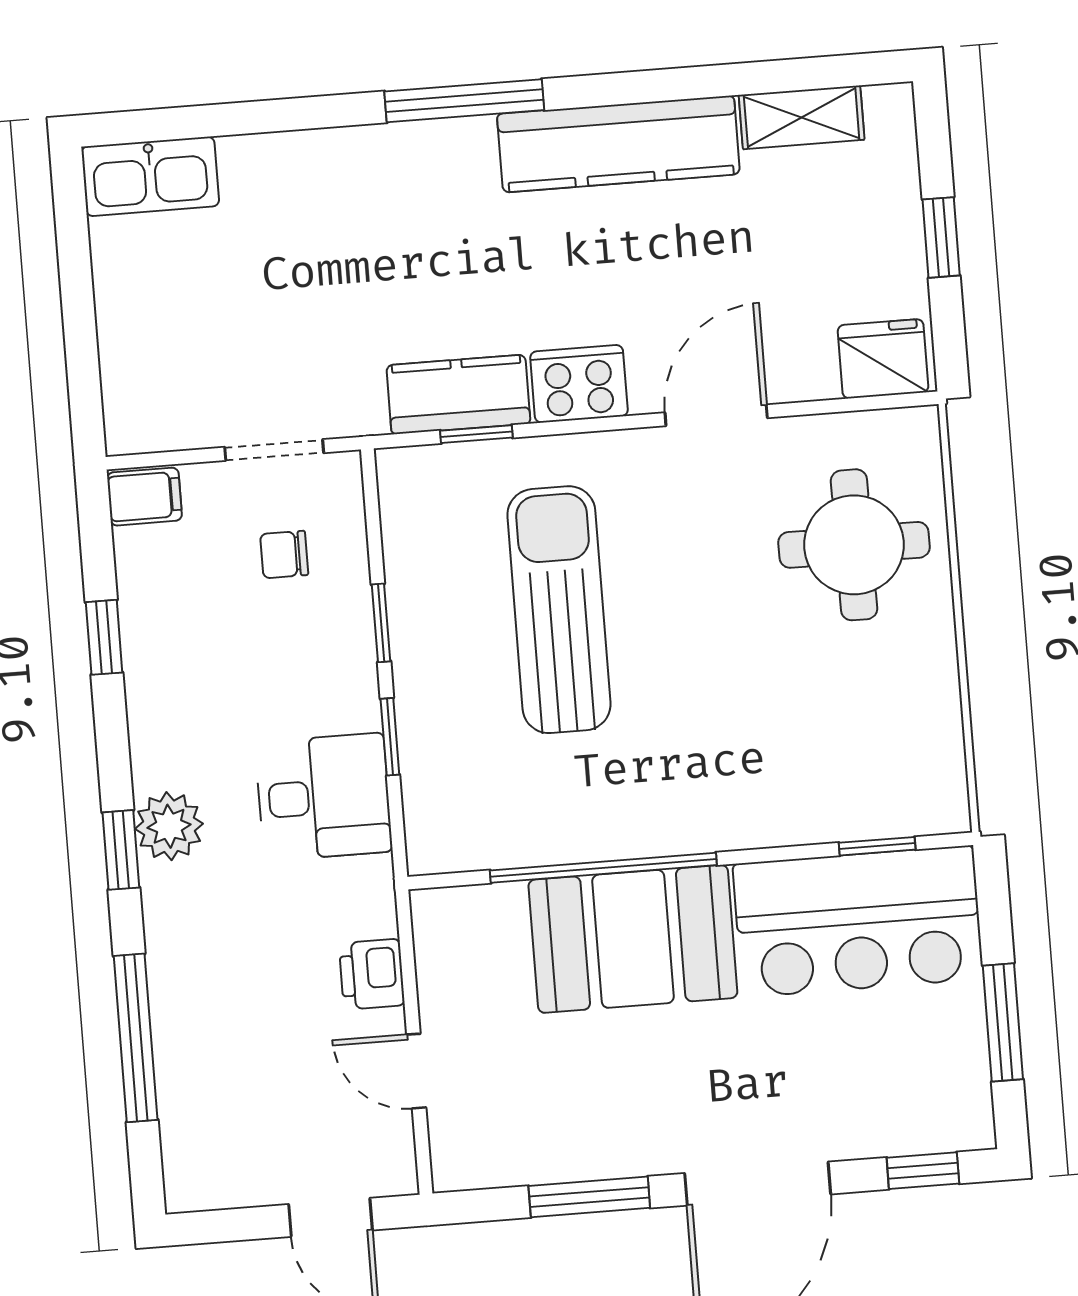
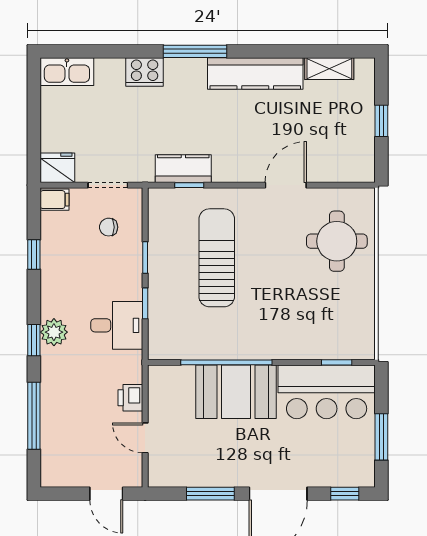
fridge: (883, 359) -> (57, 168), moved
cooker: (579, 384) -> (145, 72), moved, turned 180

